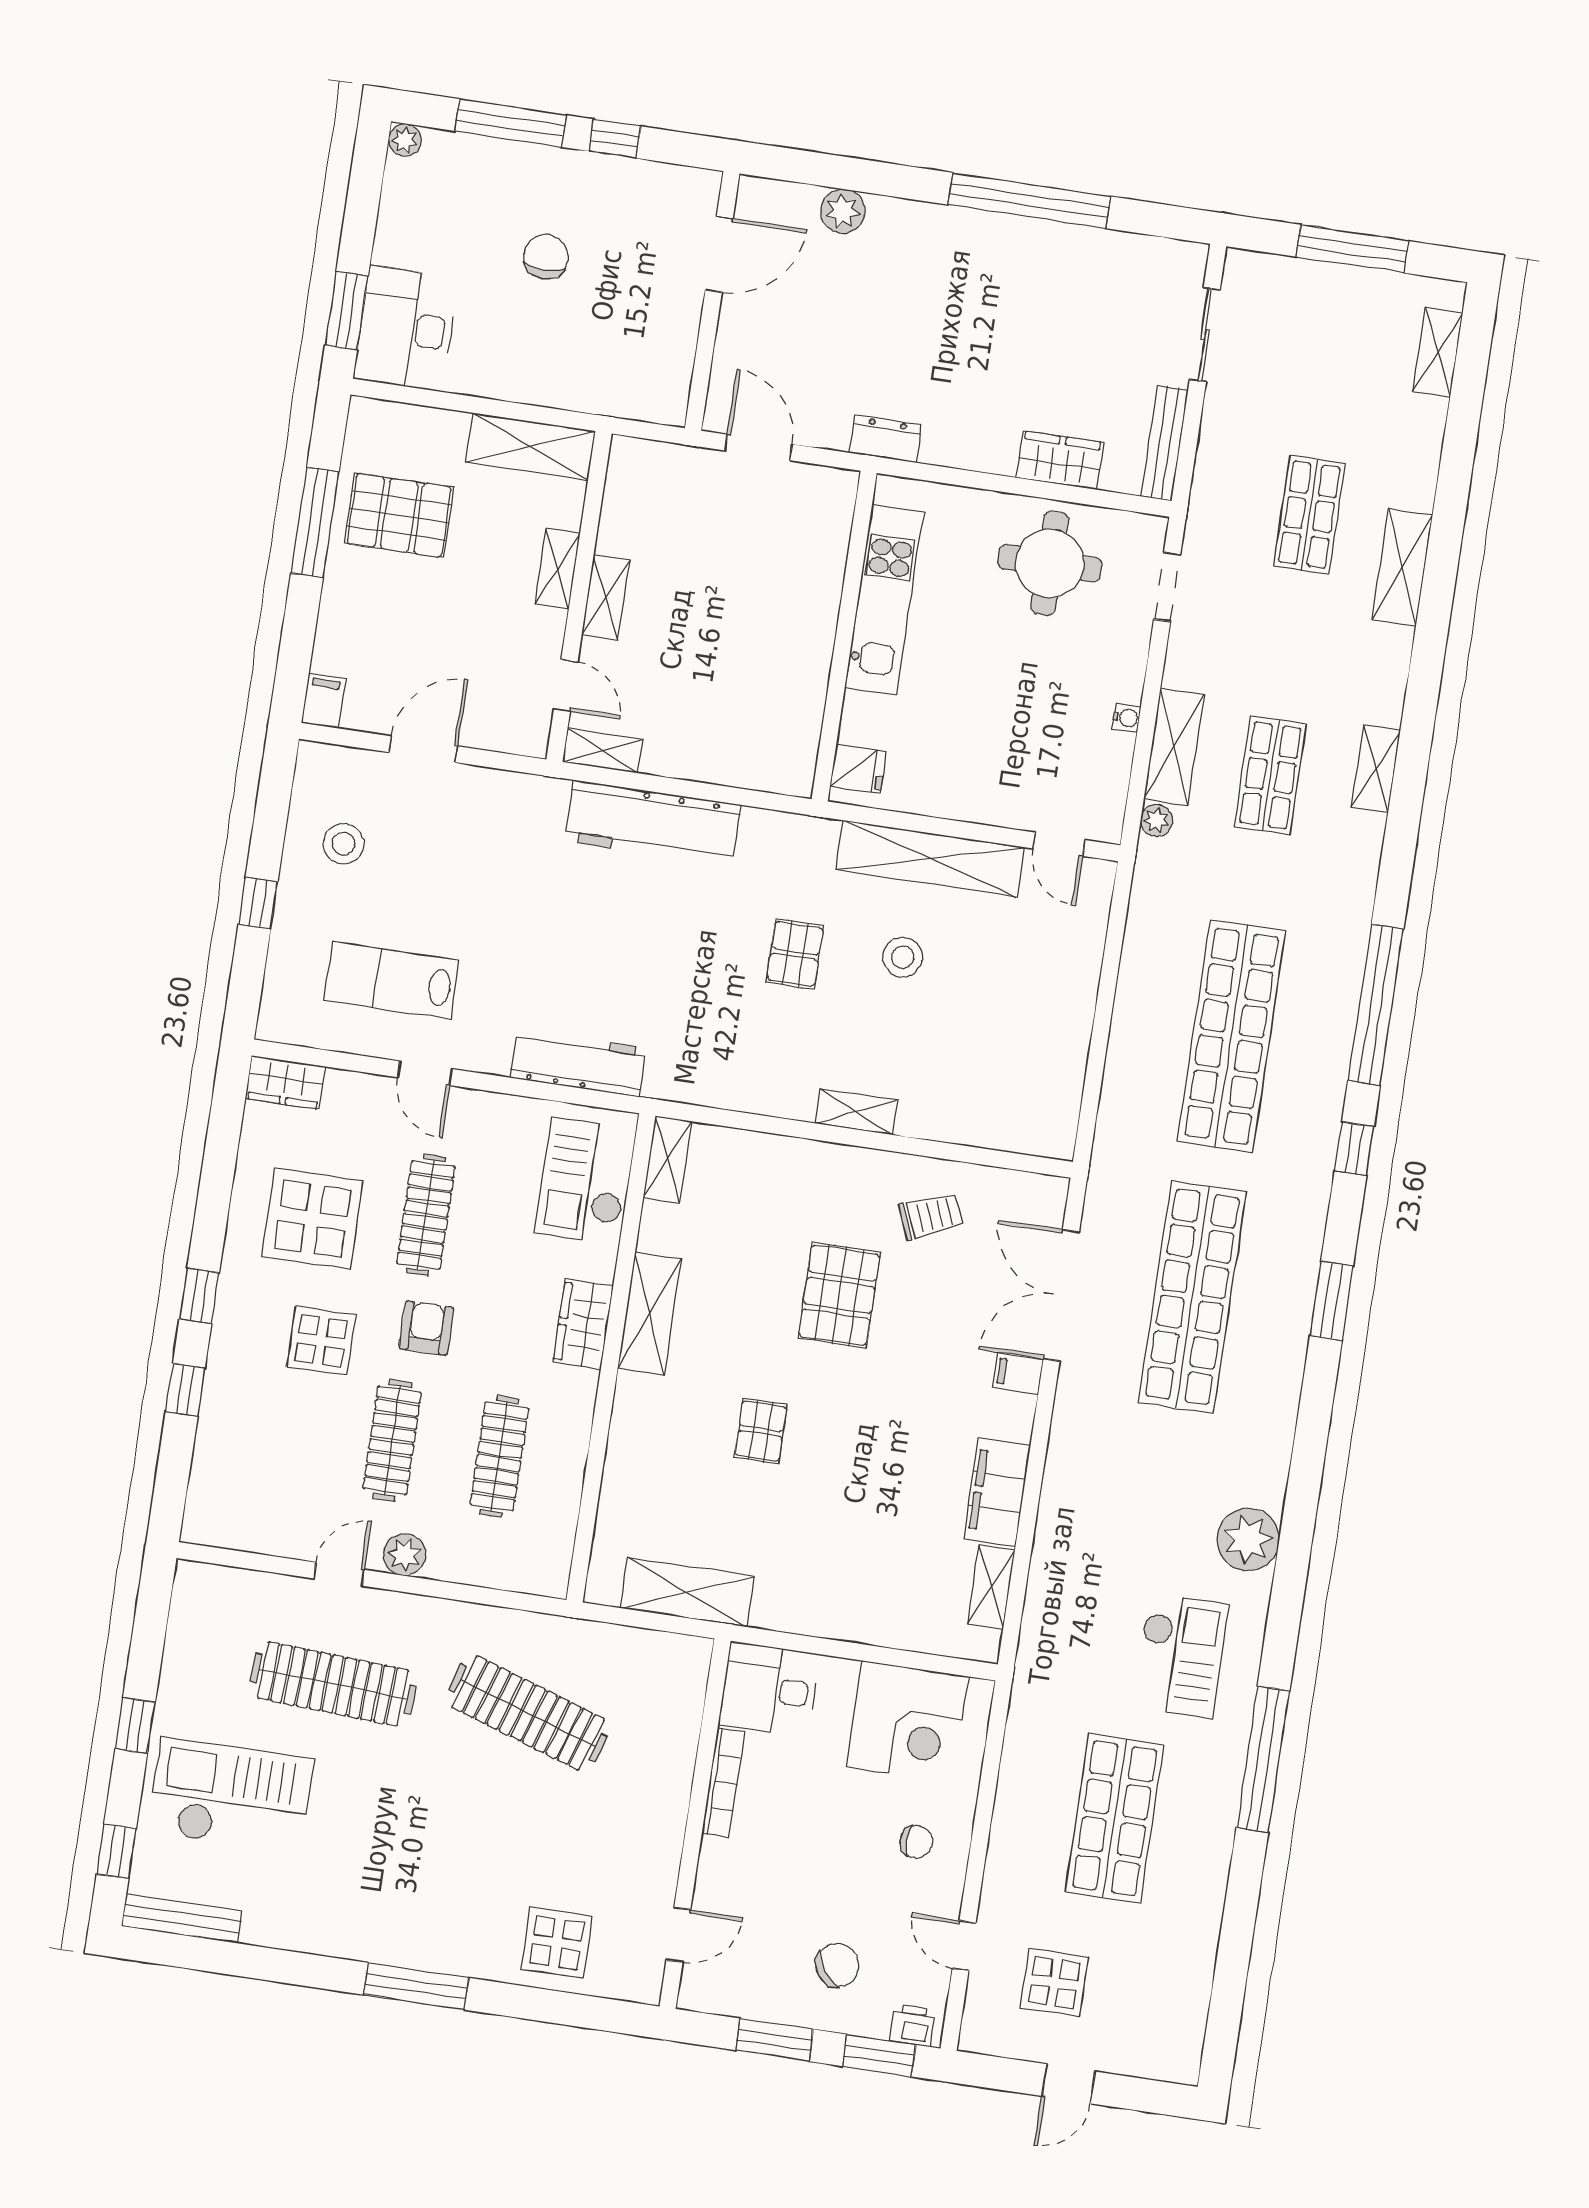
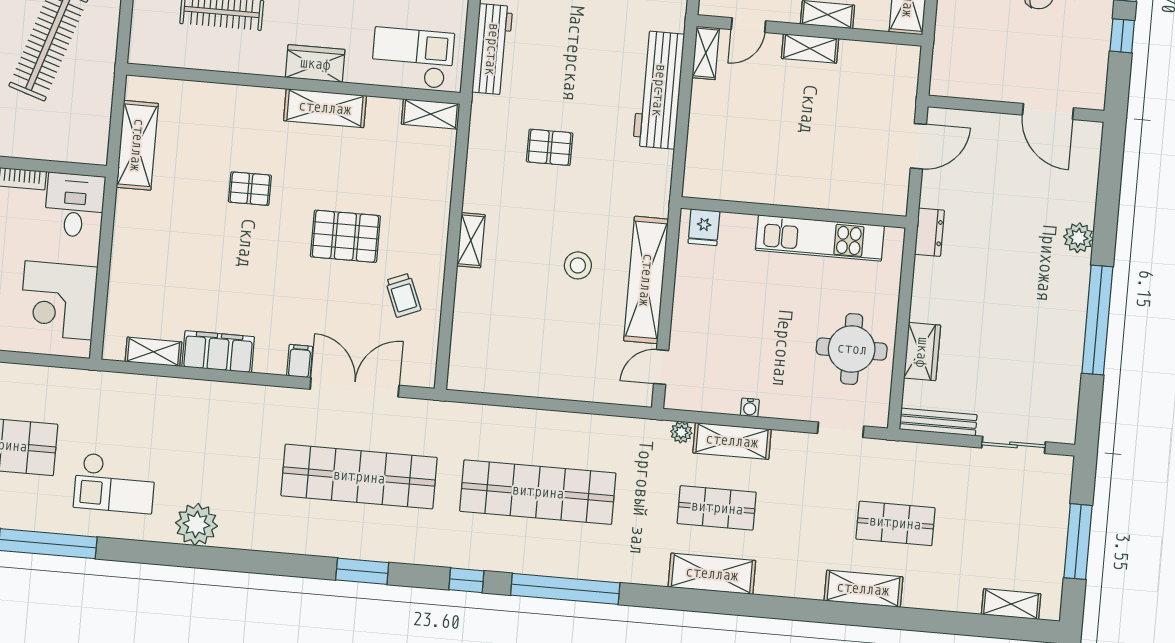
plant: (843, 211) -> (1078, 238), moved
shelving: (1376, 769) -> (712, 574), width x1.50, depth x1.33
pallet: (795, 954) -> (550, 147), moved

